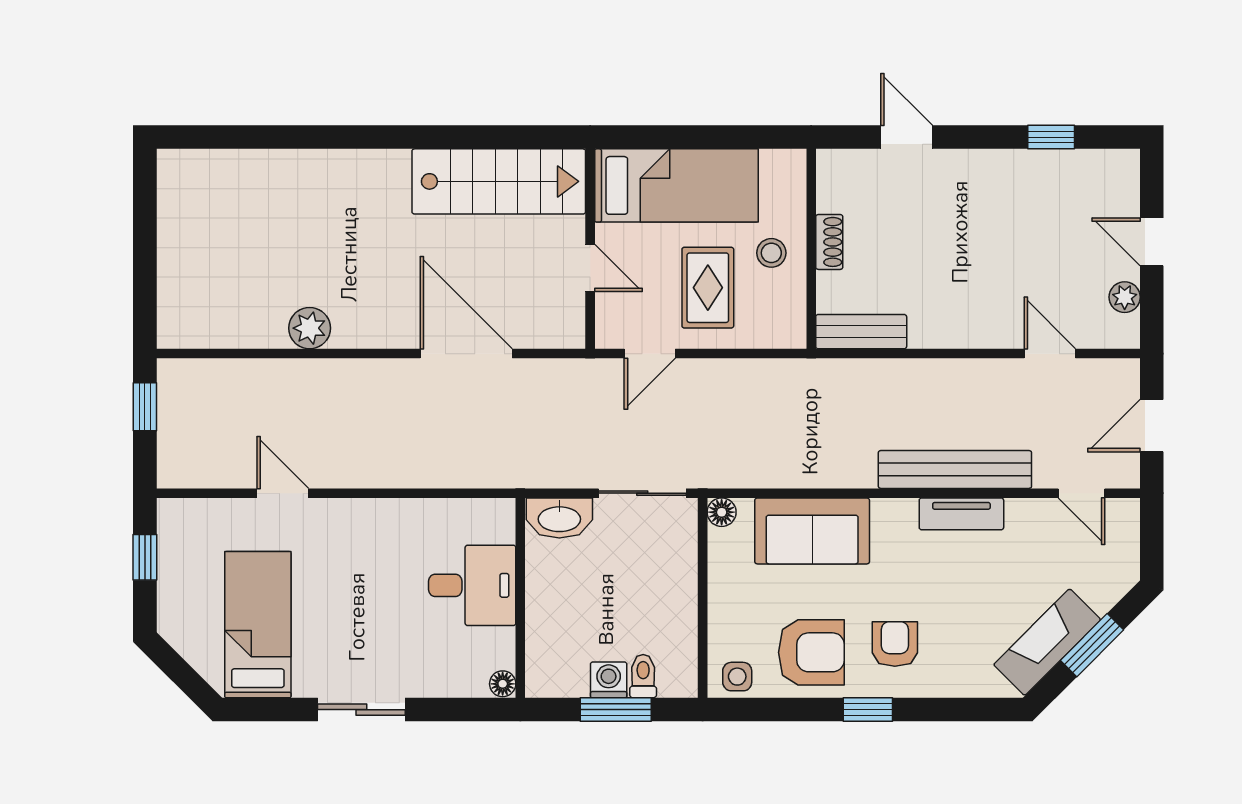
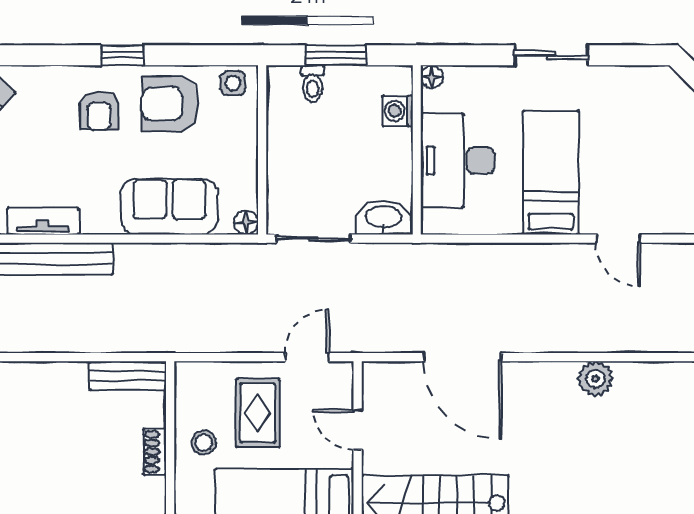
desk: (472, 585) -> (458, 161), width x1.37
bed: (258, 625) -> (551, 173), moved, turned 180
washing machine: (609, 680) -> (398, 111), moved, turned 90

